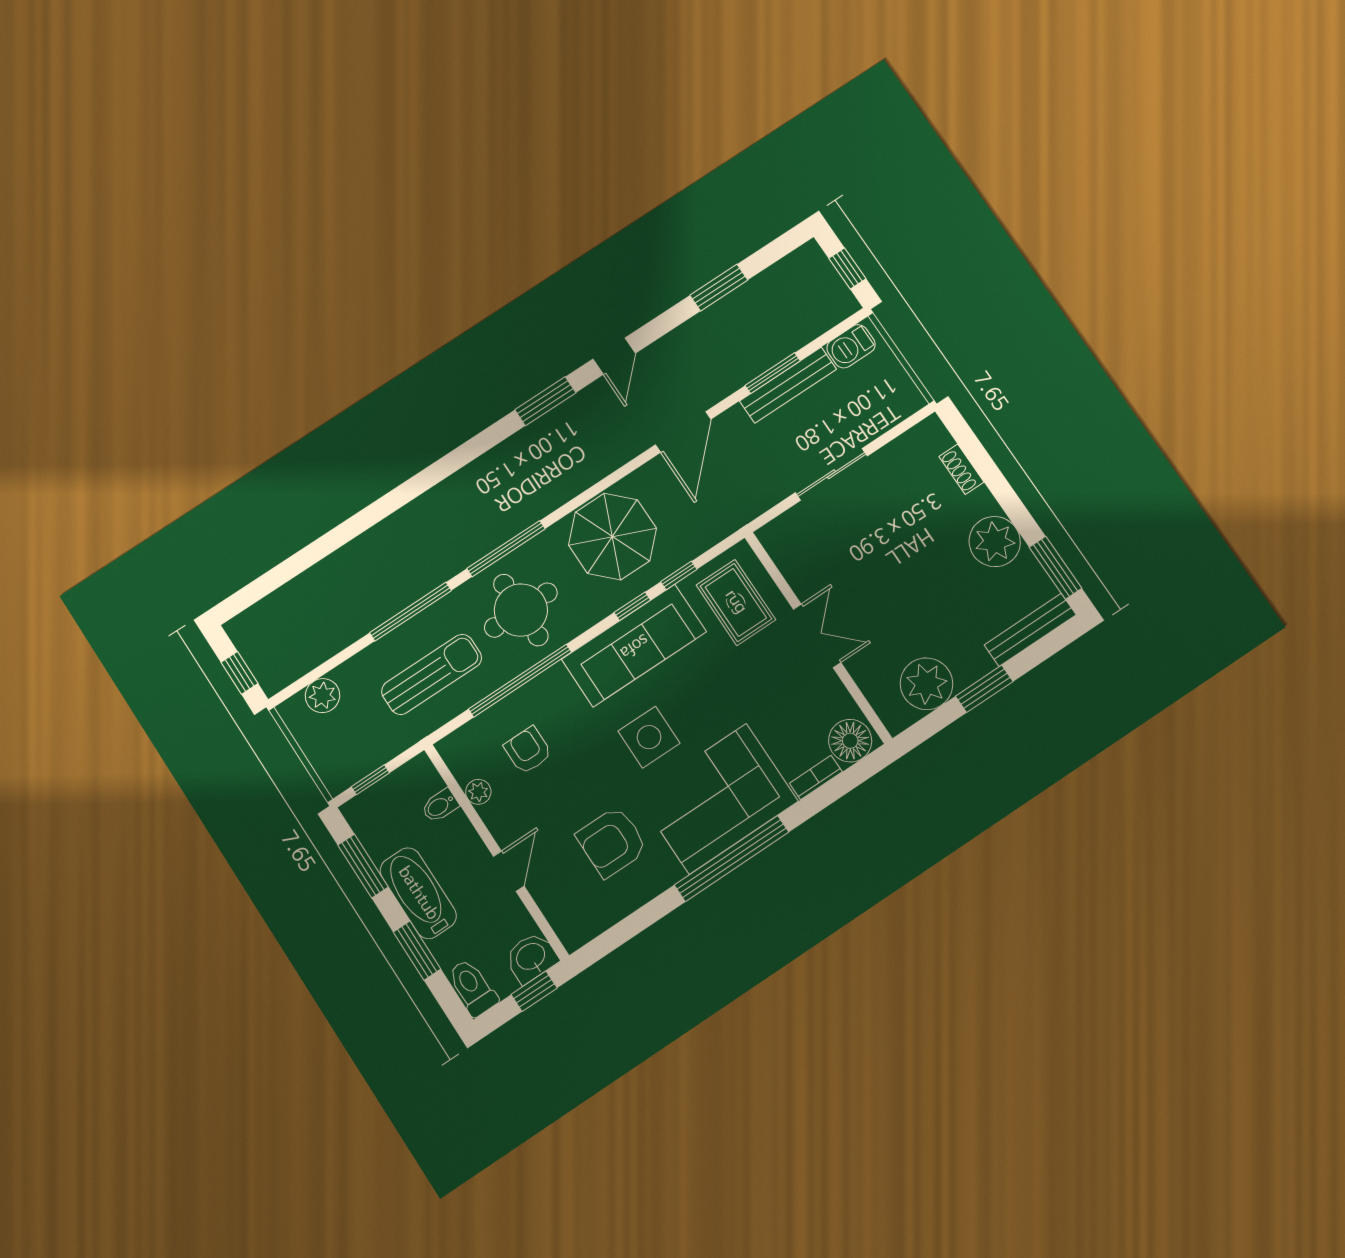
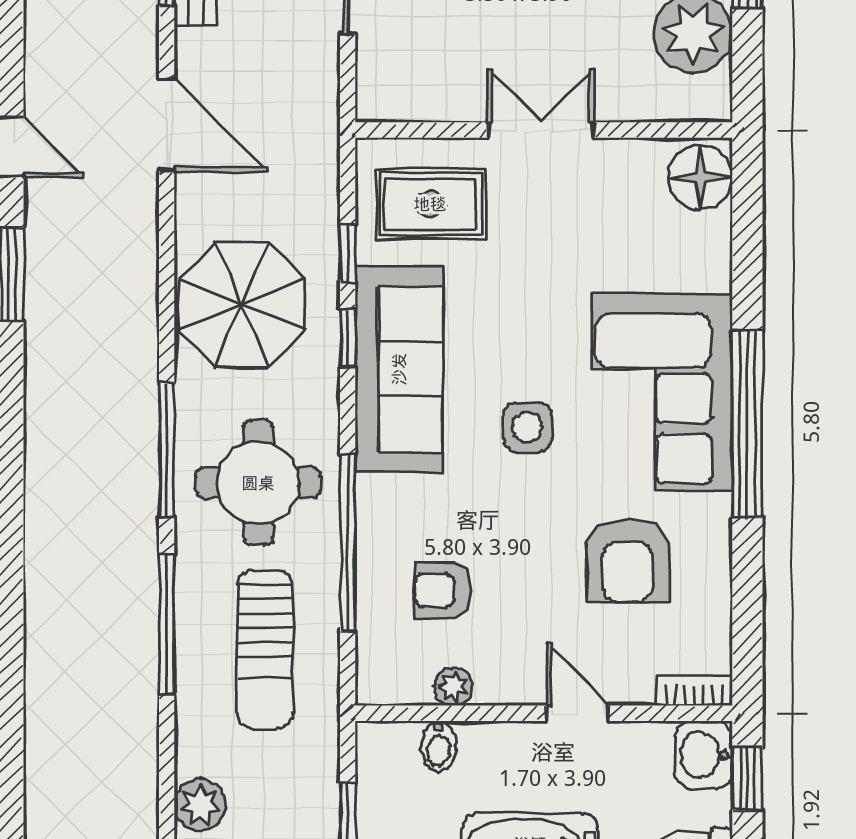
sun lounger: (432, 674) -> (265, 649), turned 180
side table: (649, 737) -> (527, 427), width x0.73, depth x0.73
bookcase: (816, 778) -> (694, 691), moved, turned 90

